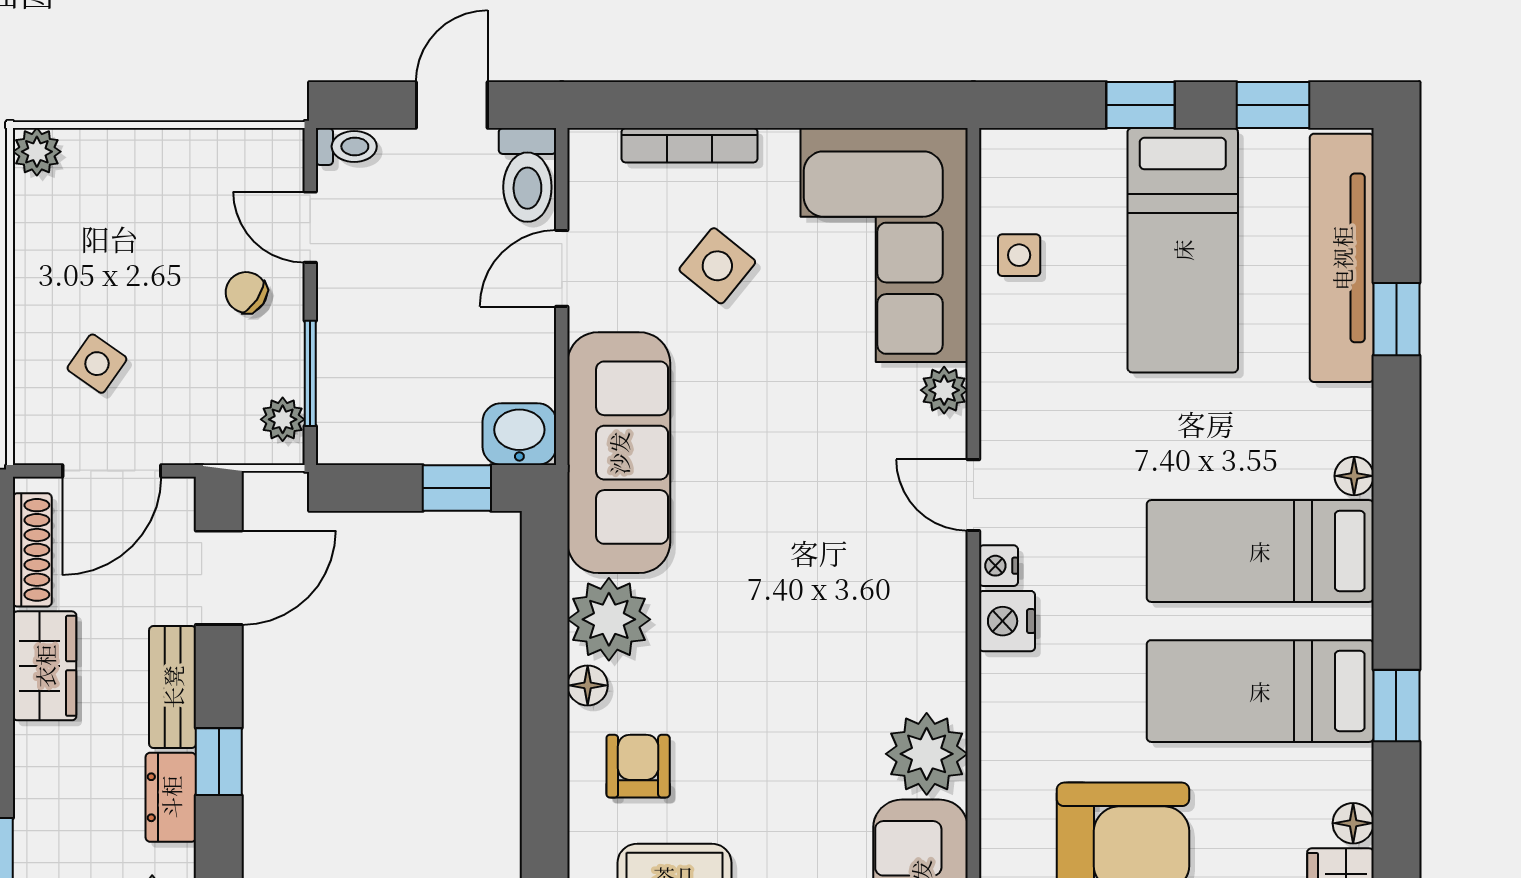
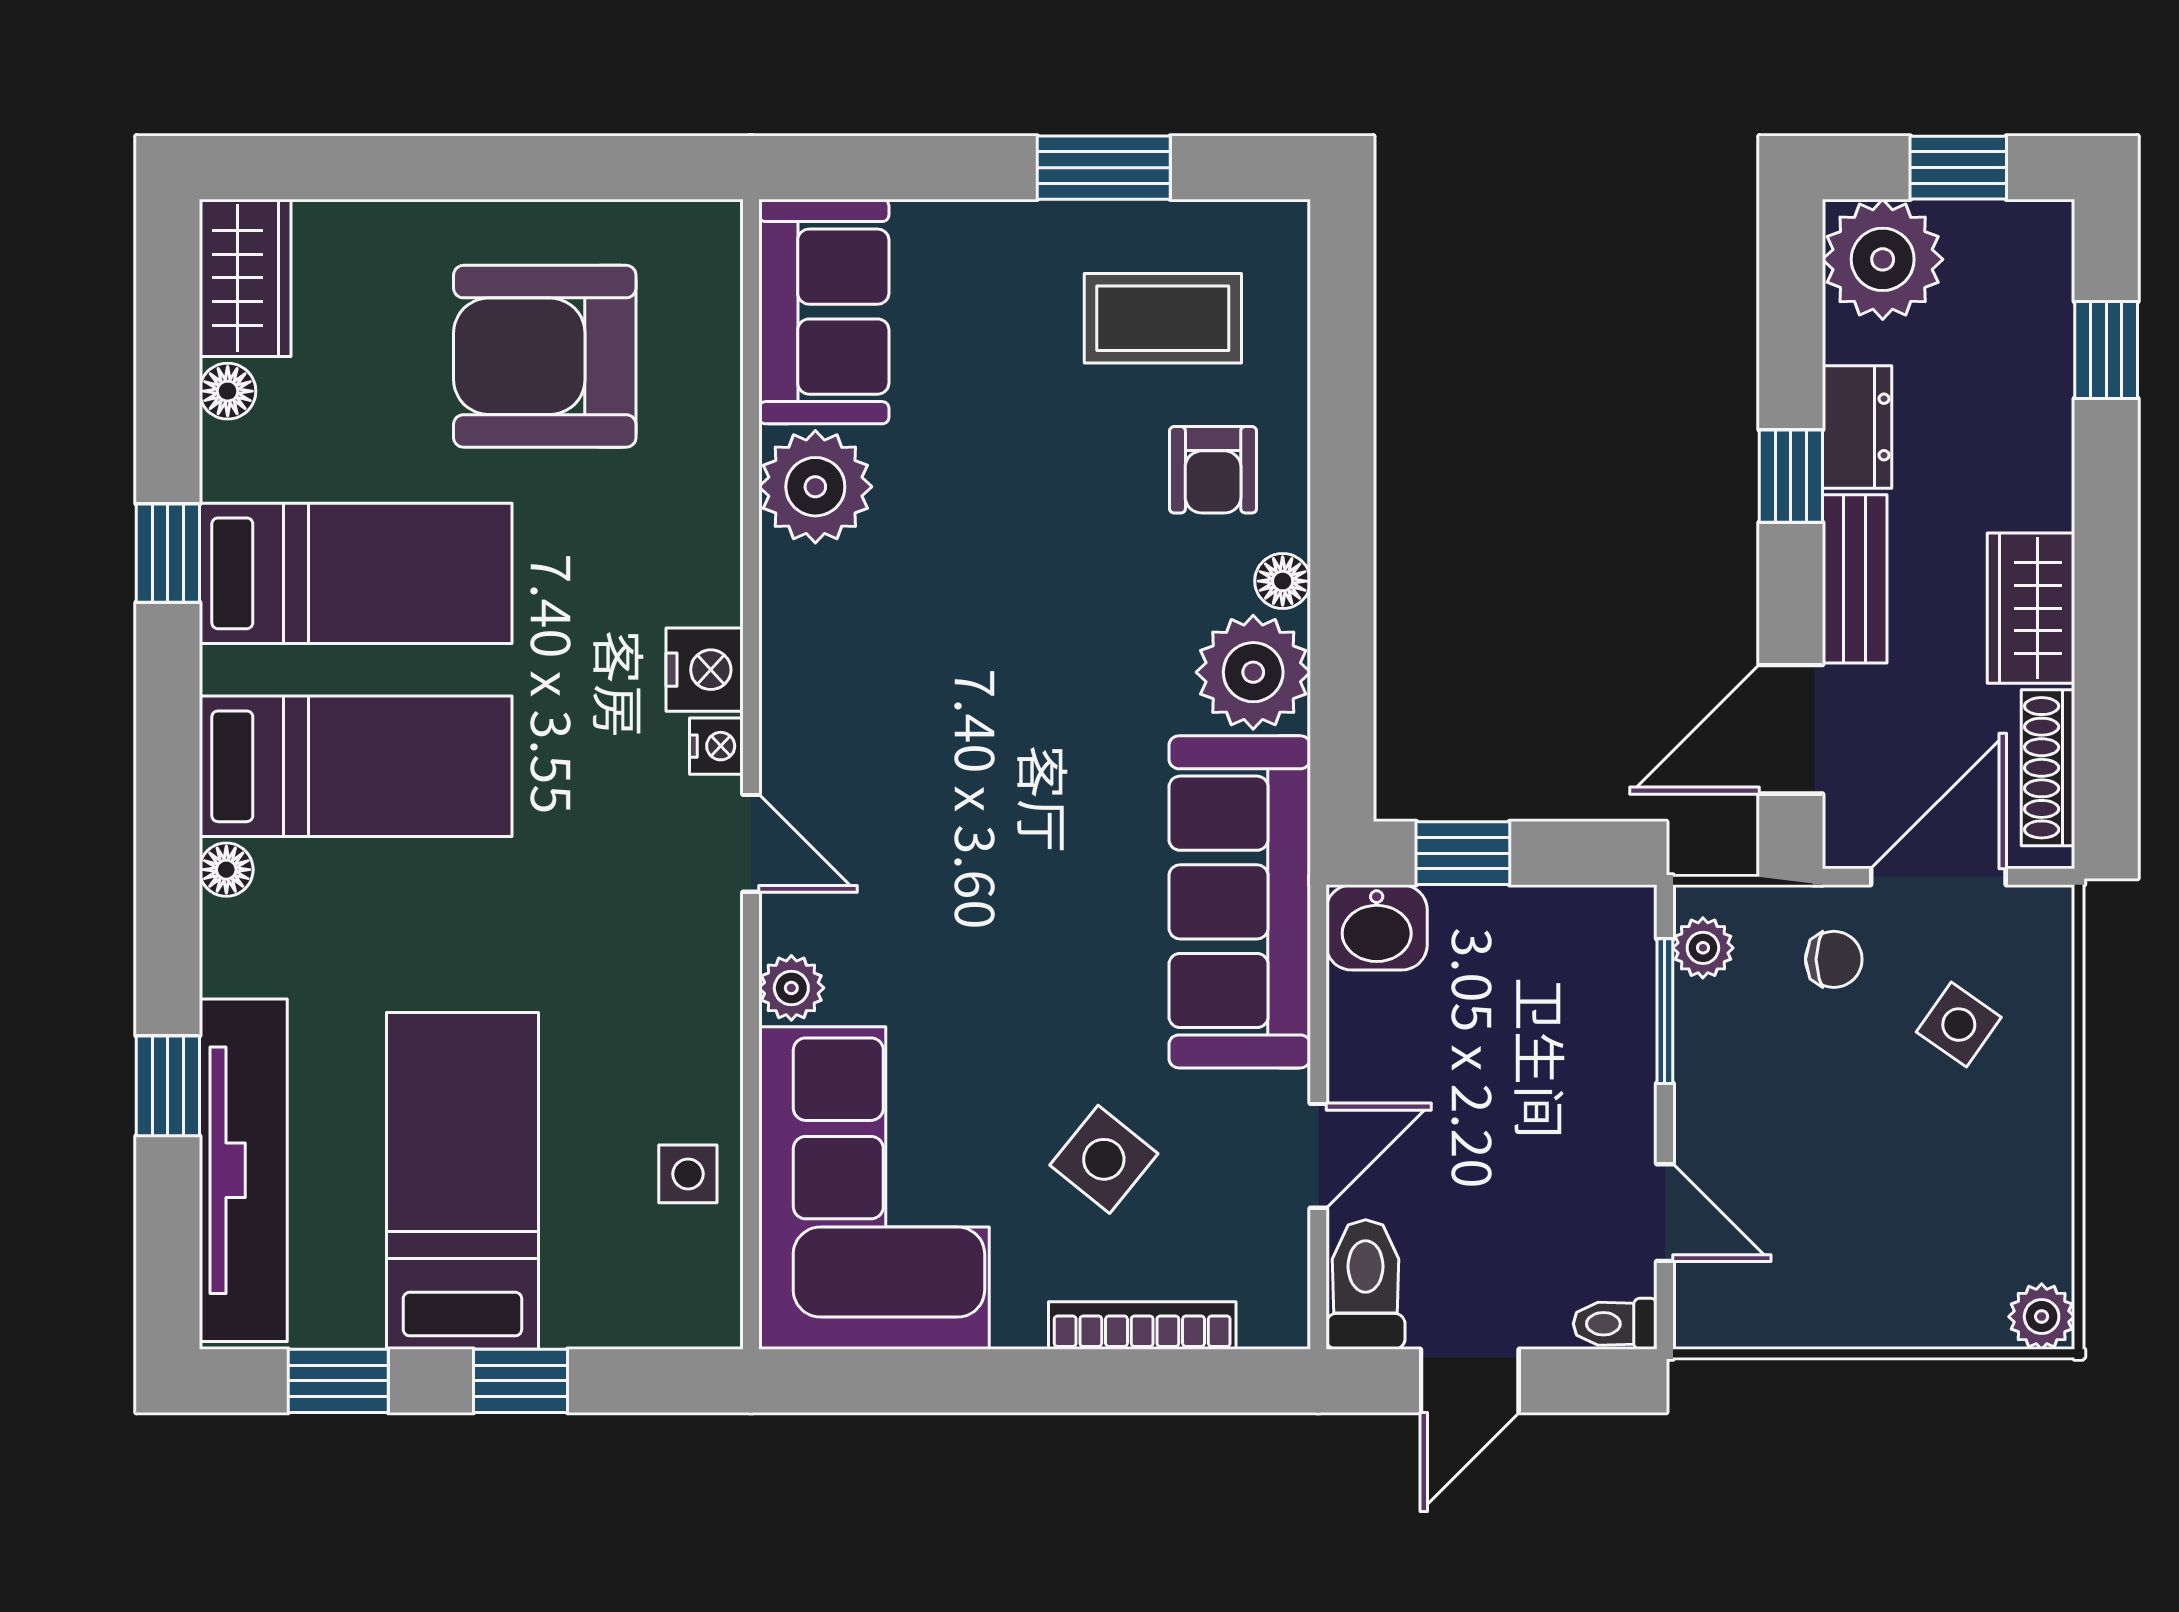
chair: (246, 292) -> (1834, 959), moved, turned -34

